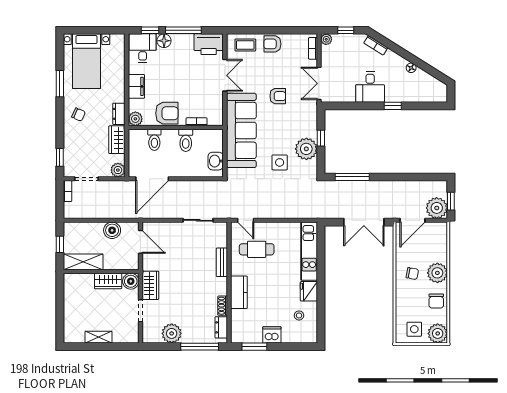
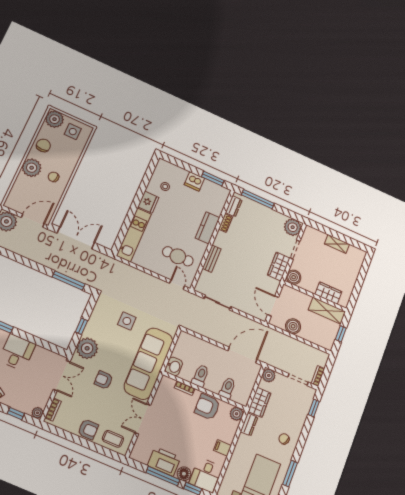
printer: (209, 44) -> (164, 461), moved
filing cabinet: (136, 86) -> (222, 448), width x0.50
plant: (306, 149) -> (87, 348), moved
washbasin: (216, 161) -> (174, 366), moved
wardrobe: (108, 281) -> (328, 293), moved
plant: (172, 333) -> (293, 227), moved

